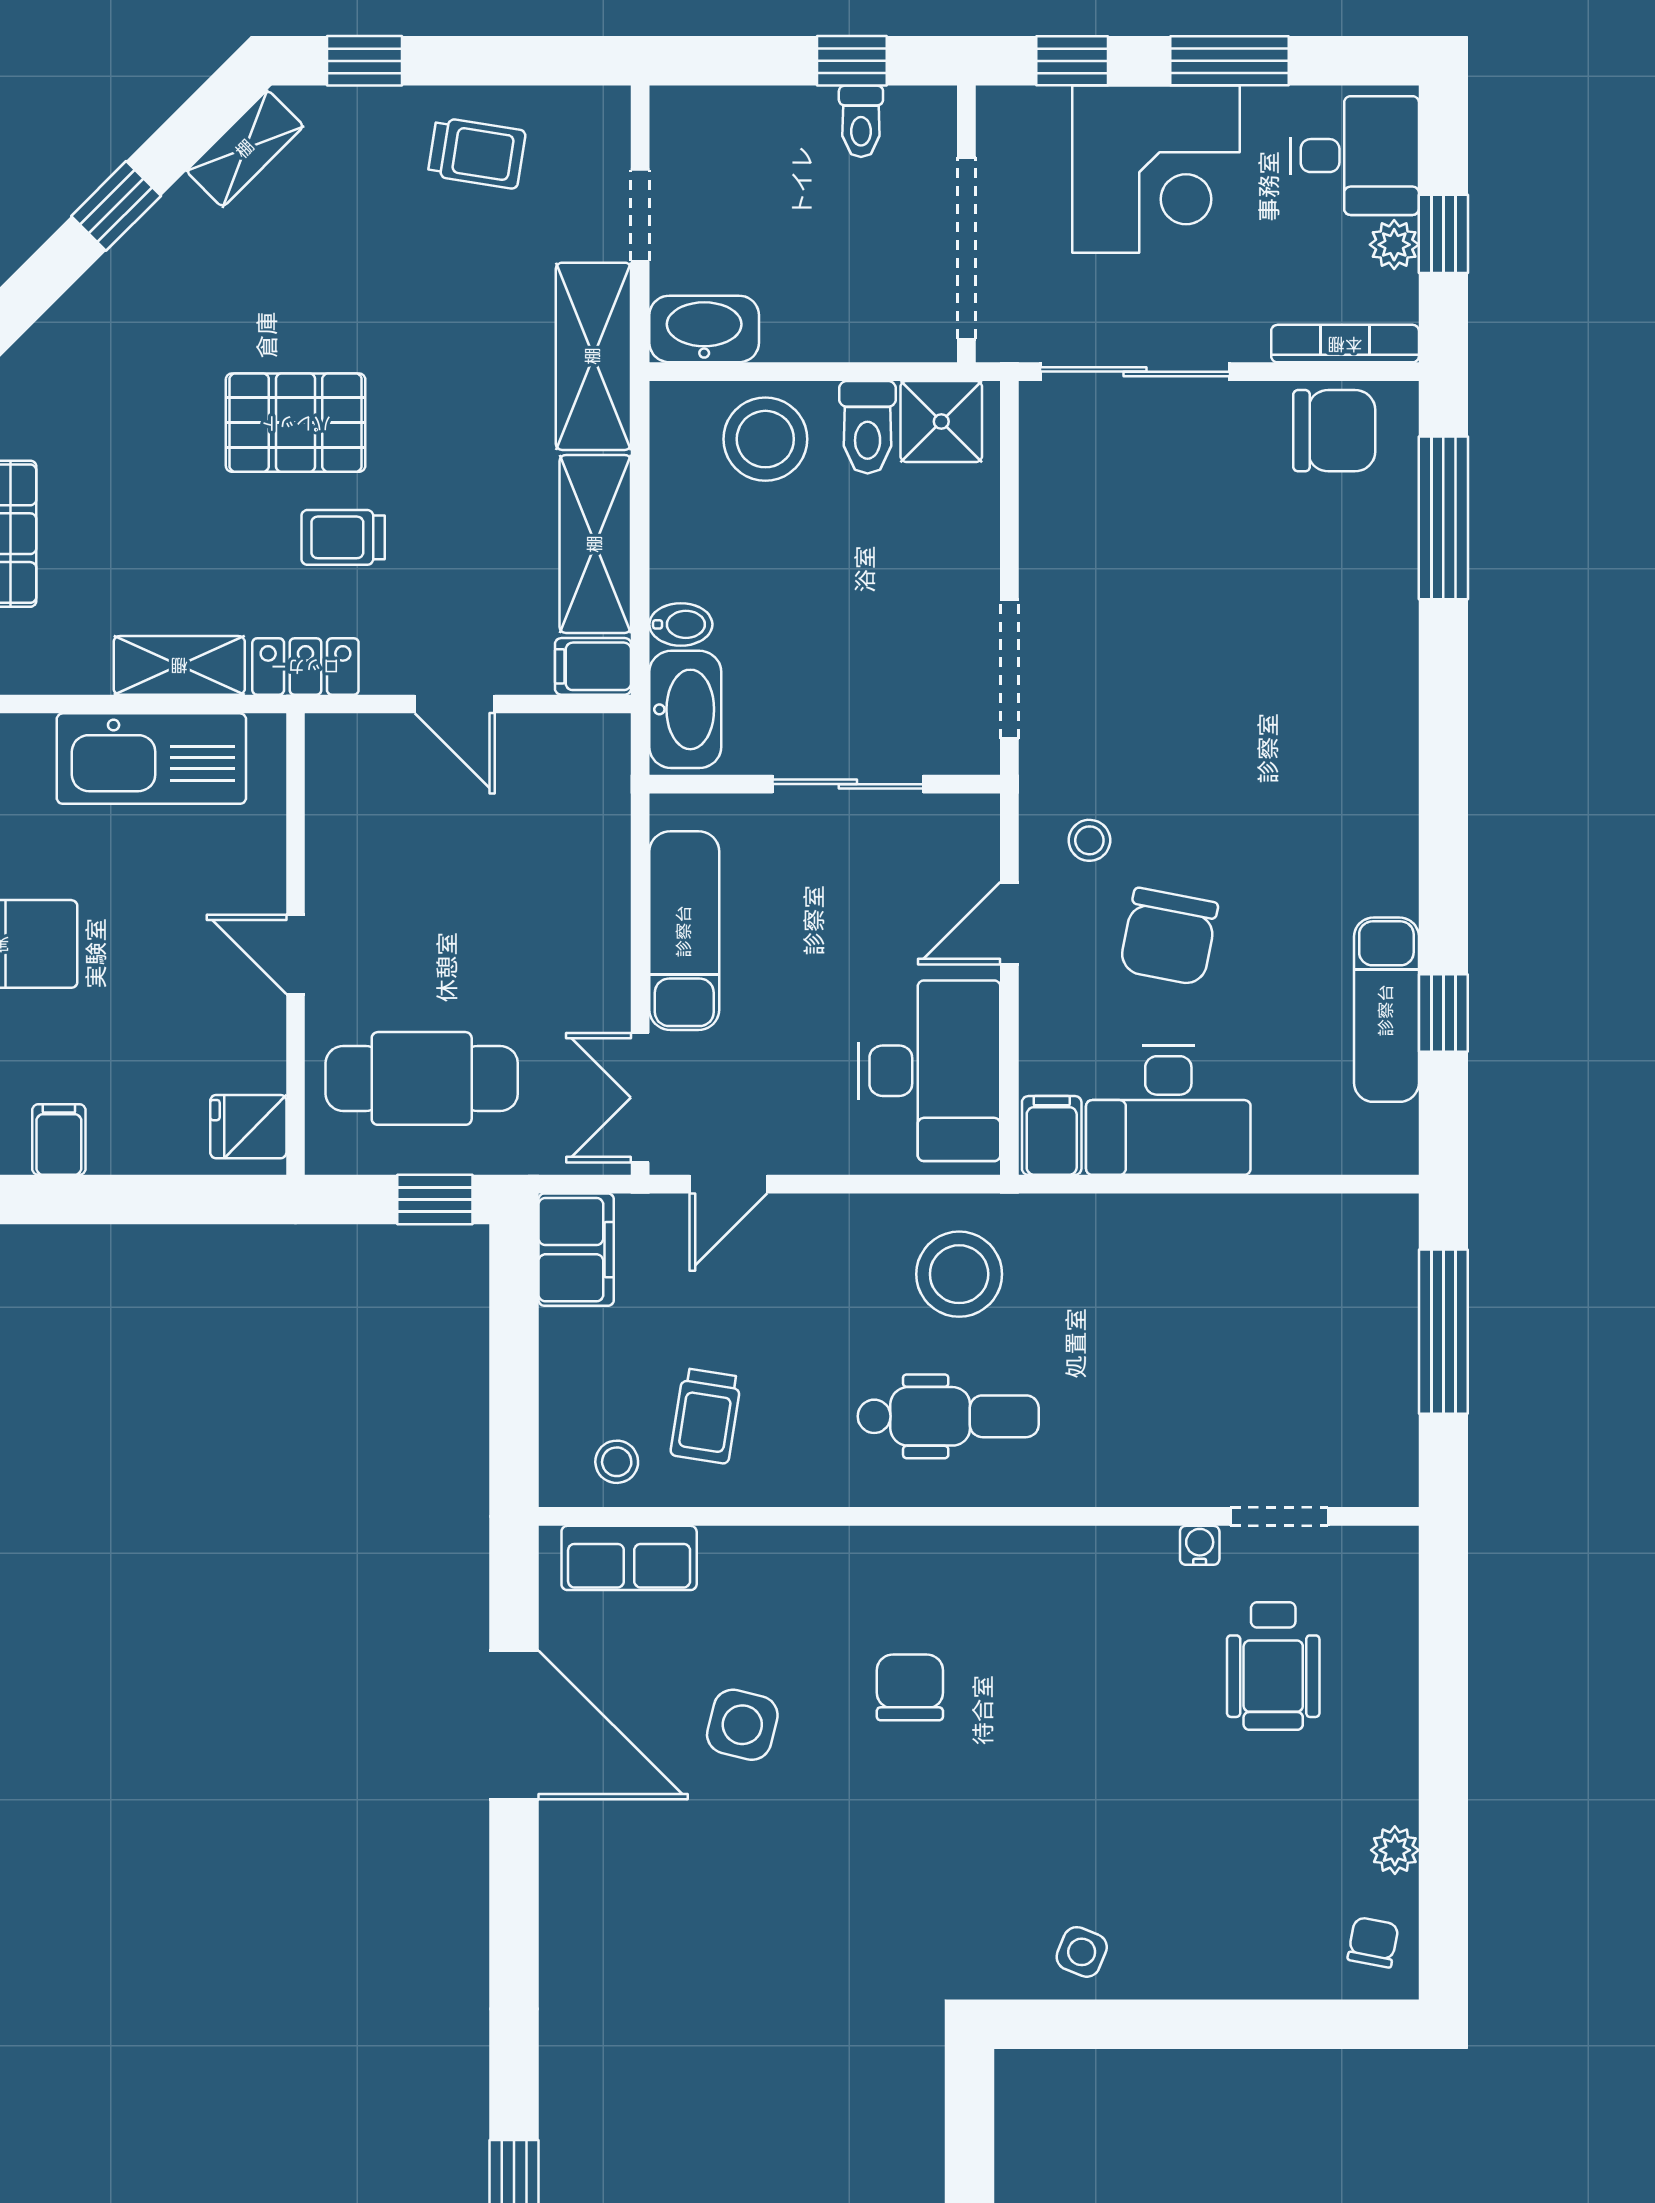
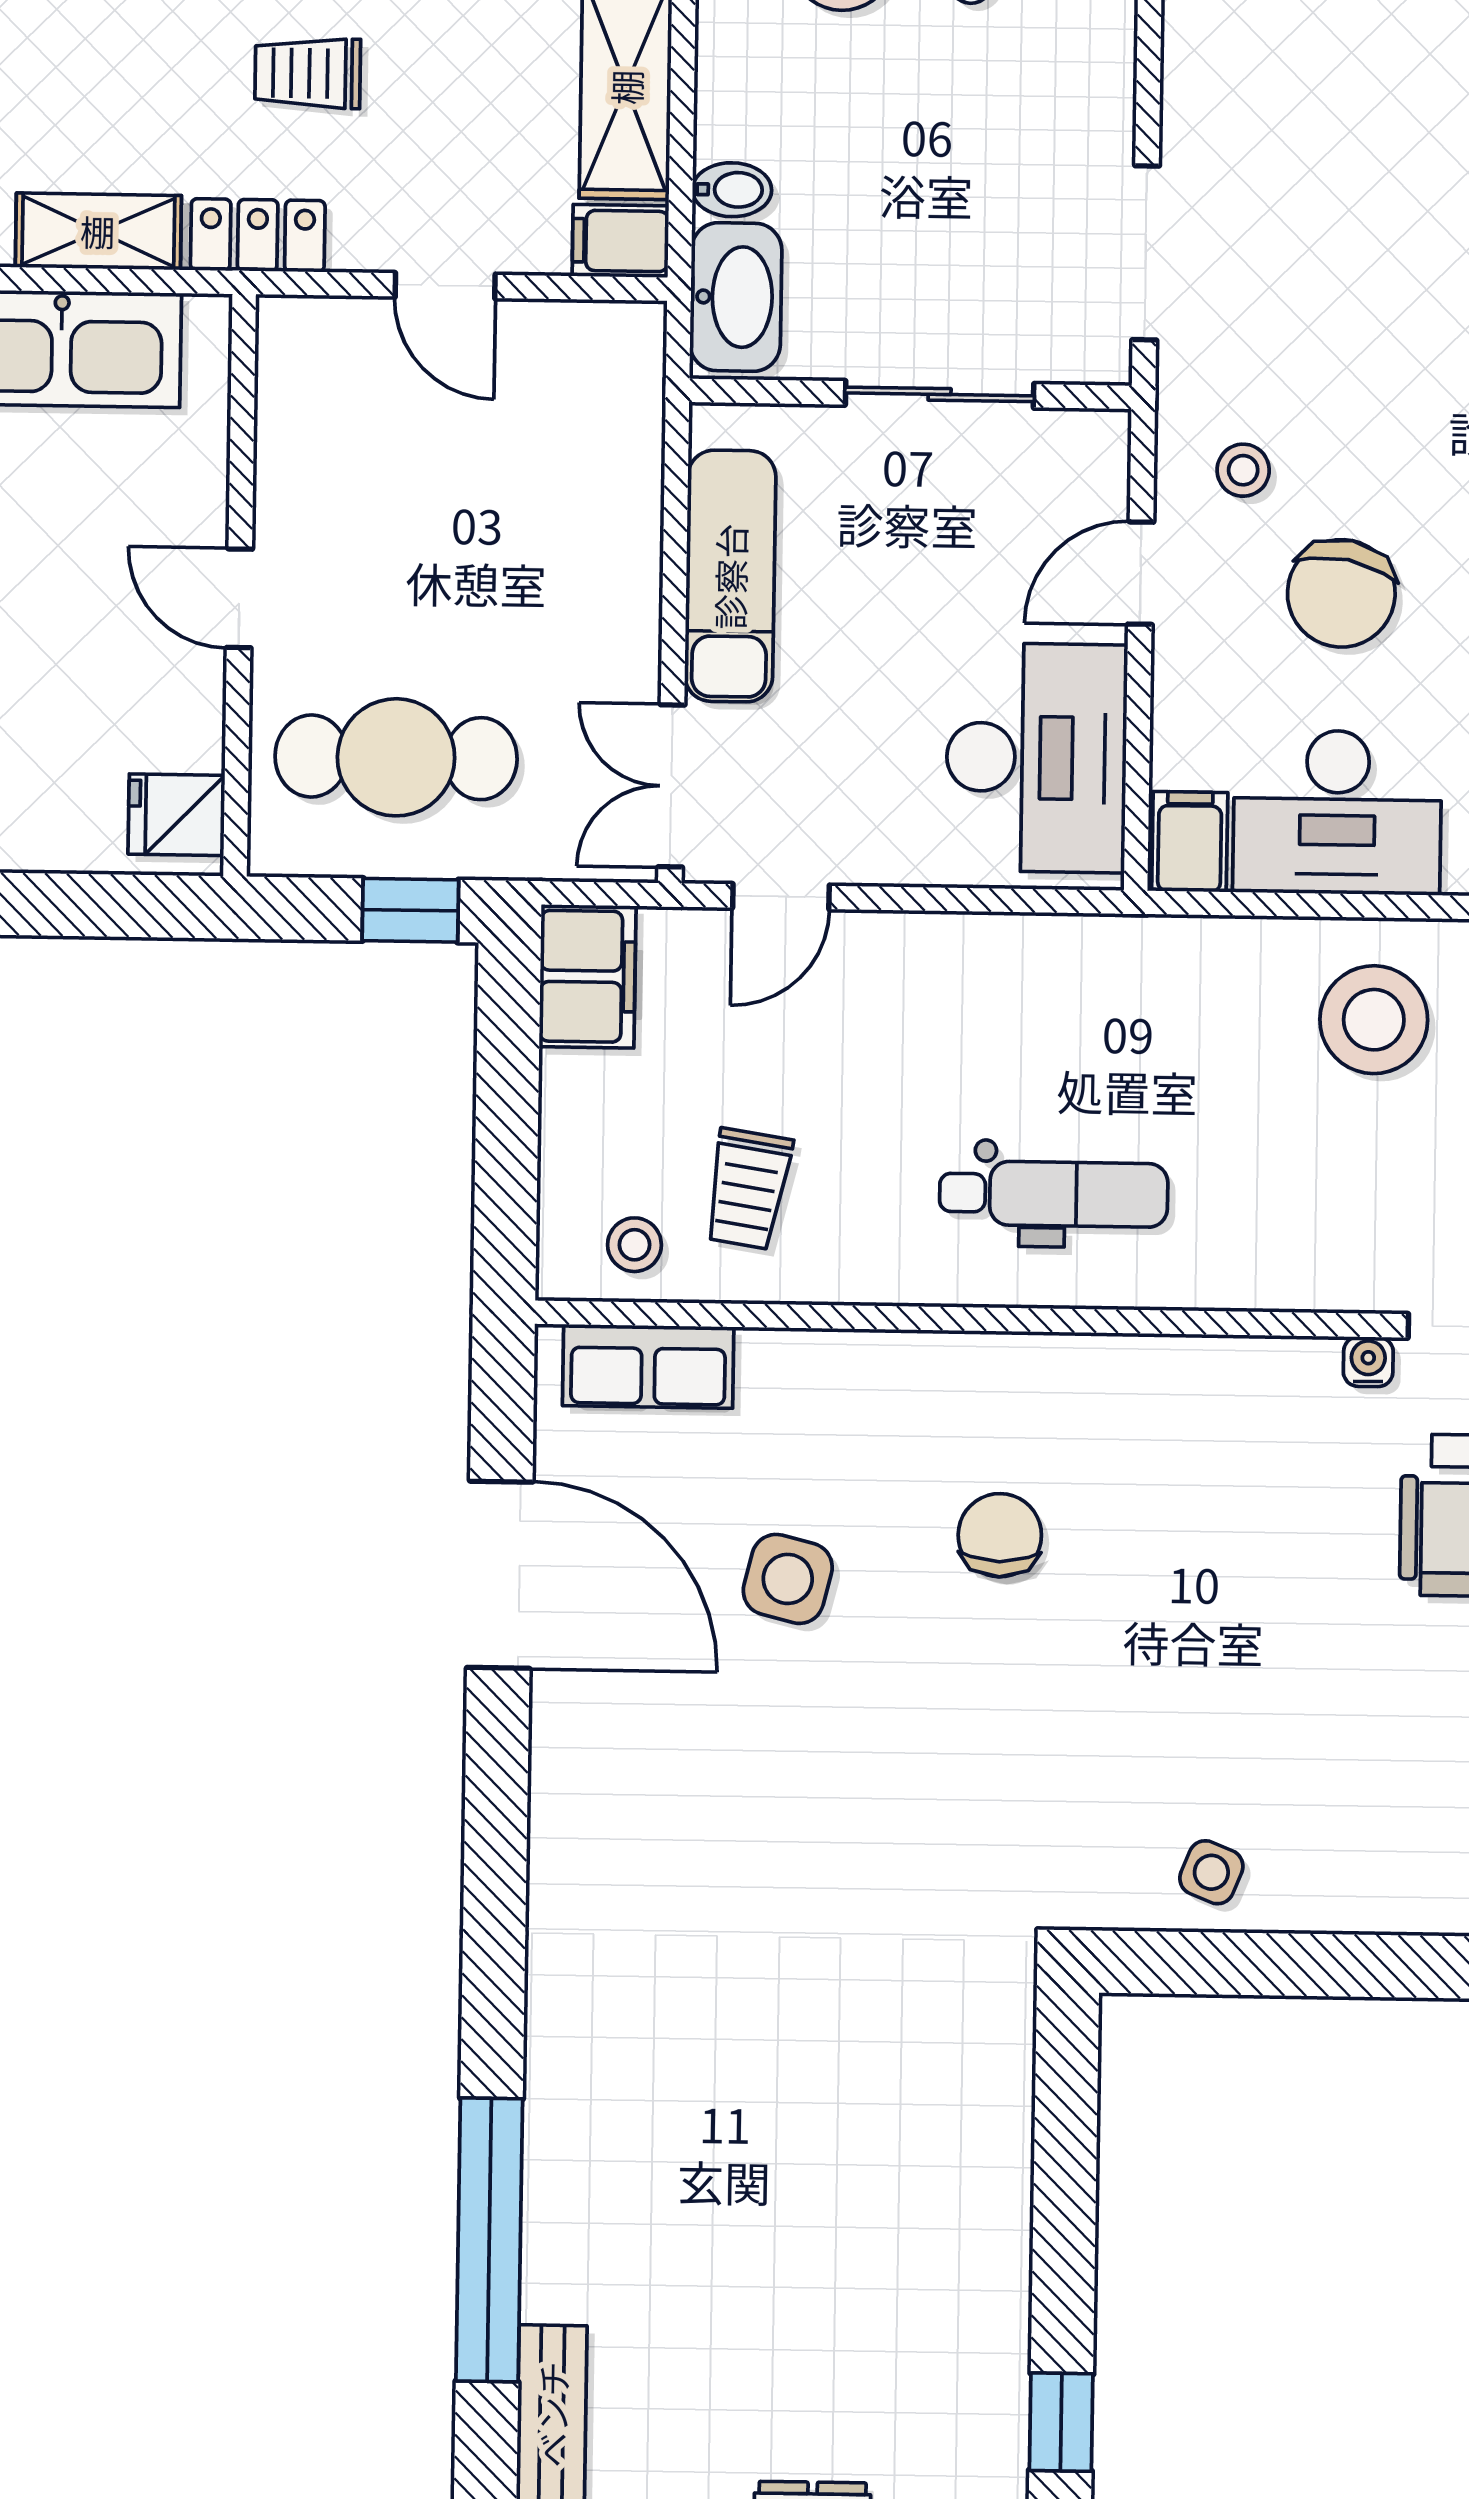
stool: (959, 1274) -> (1374, 1020), moved

